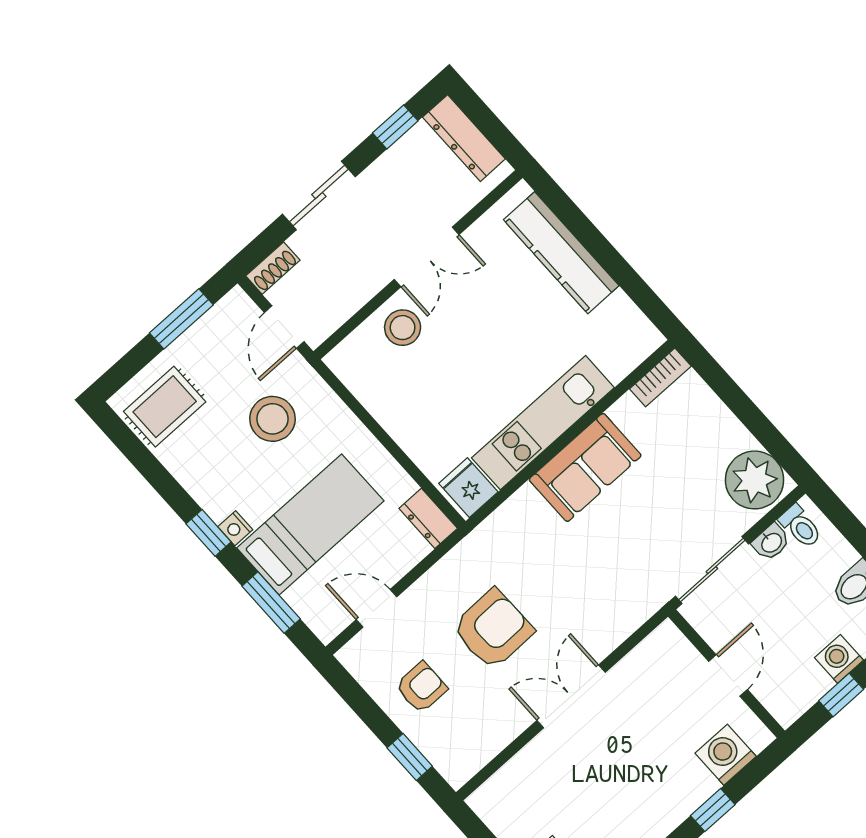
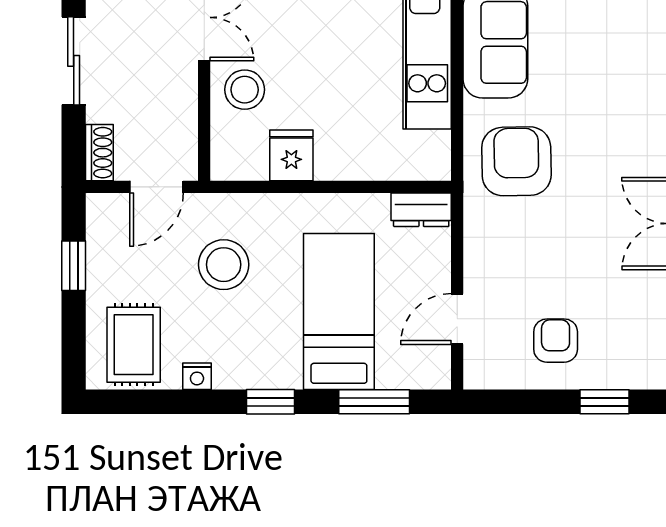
window: (181, 319) -> (74, 266), width x0.67
door: (284, 327) -> (157, 187), hinge flipped
fridge: (468, 488) -> (291, 155), moved, turned 90
nightstand: (235, 528) -> (197, 376), moved
armchair: (493, 629) -> (516, 161), moved

